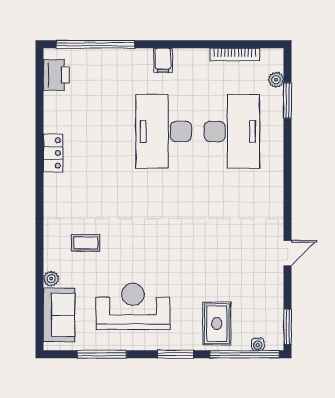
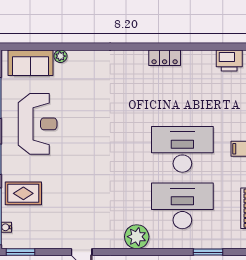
plant: (276, 80) -> (137, 237), moved, width x1.88, depth x1.88
desk: (232, 131) -> (182, 206), turned 180
coffee table: (86, 243) -> (90, 85), removed

